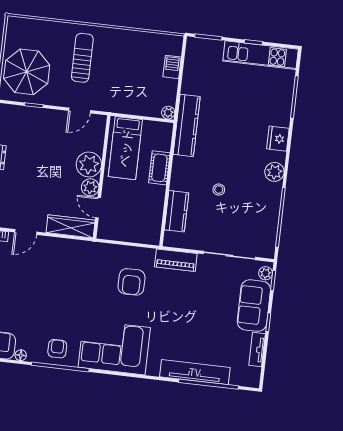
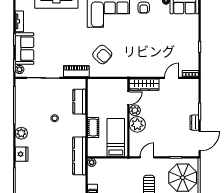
door: (98, 208) -> (128, 98), hinge flipped
armchair: (132, 282) -> (102, 54), turned 133

